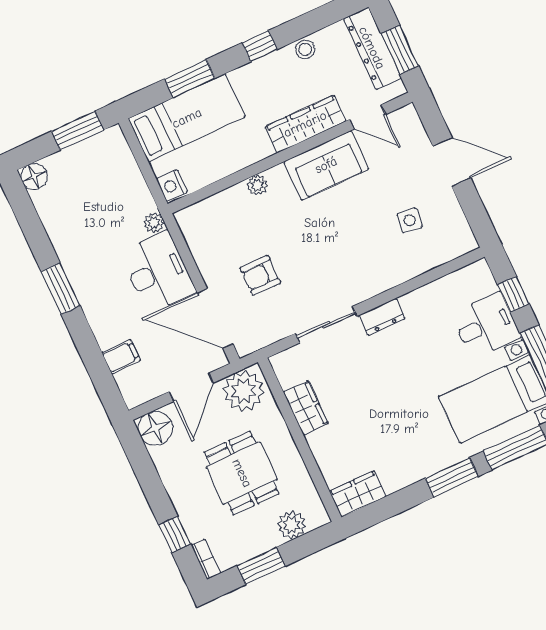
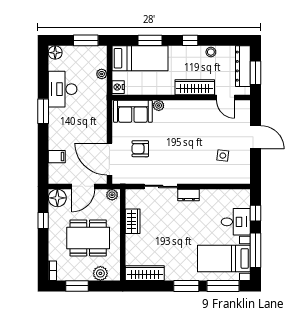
sofa: (326, 165) -> (133, 111), moved
plant: (154, 223) -> (102, 74), moved
desk: (158, 272) -> (63, 89), moved, turned 180
plant: (244, 391) -> (112, 195), width x0.53, depth x0.53
dining table: (242, 473) -> (88, 238), width x1.38
wardrobe: (358, 494) -> (145, 273), width x1.50
window: (175, 535) -> (43, 221), moved

